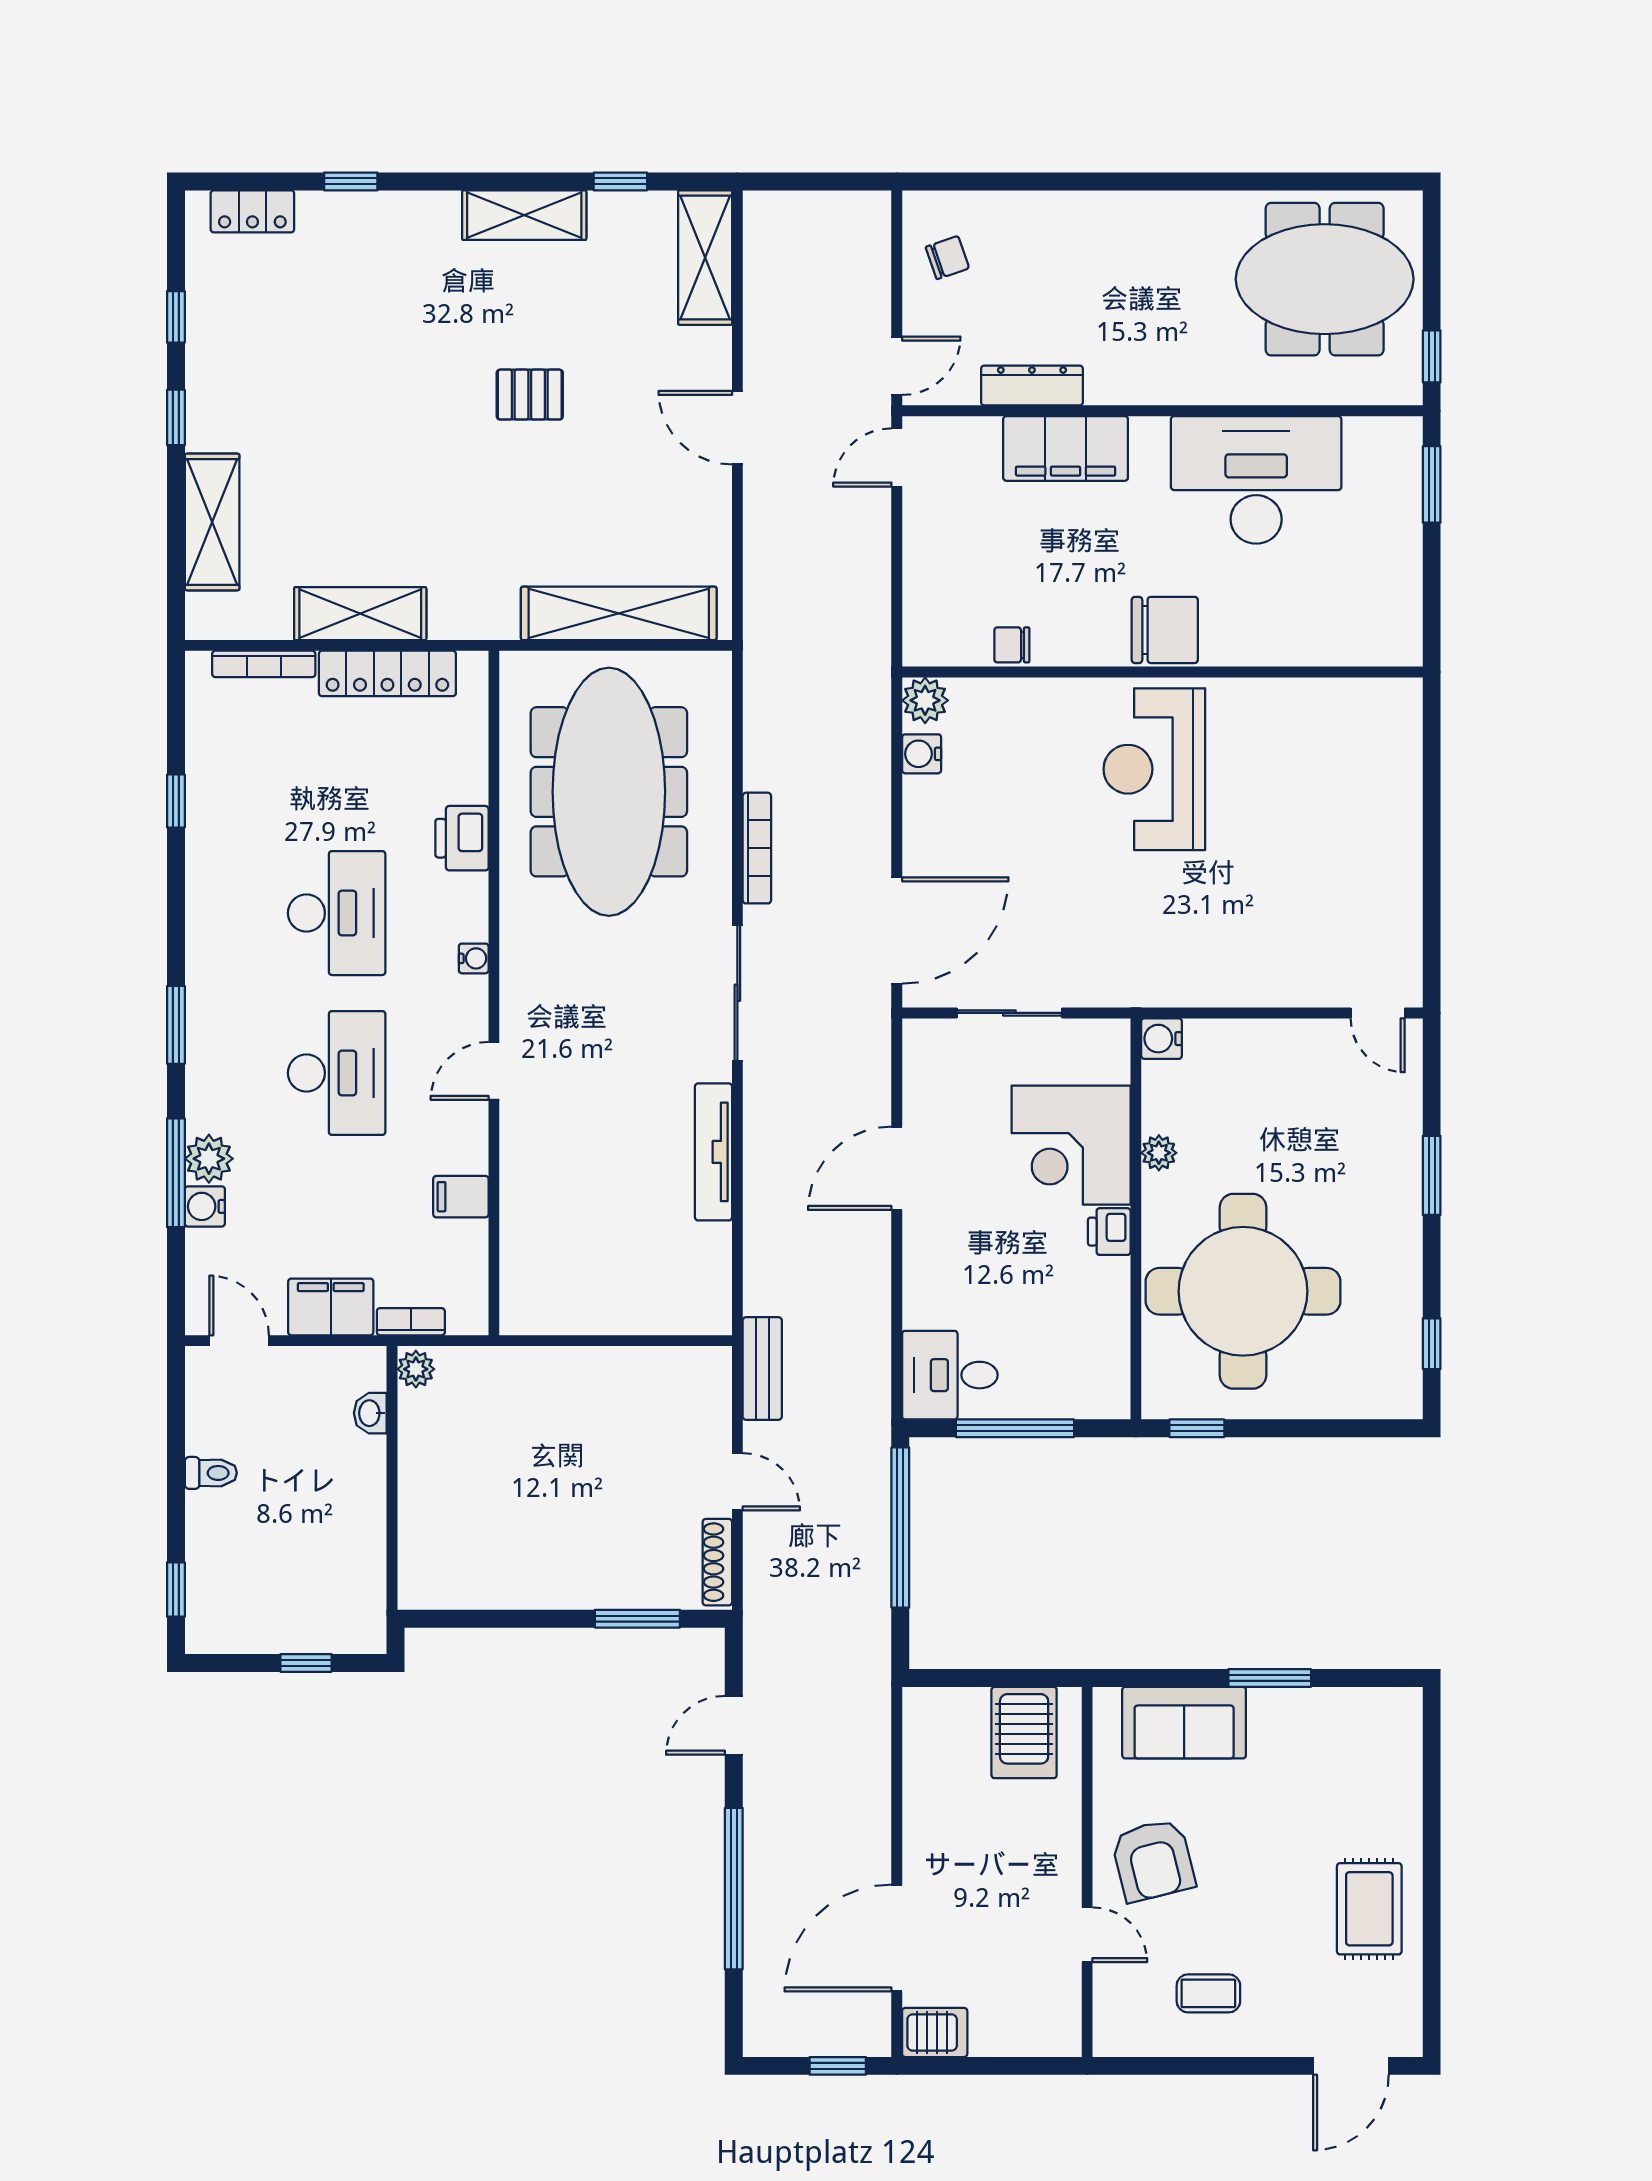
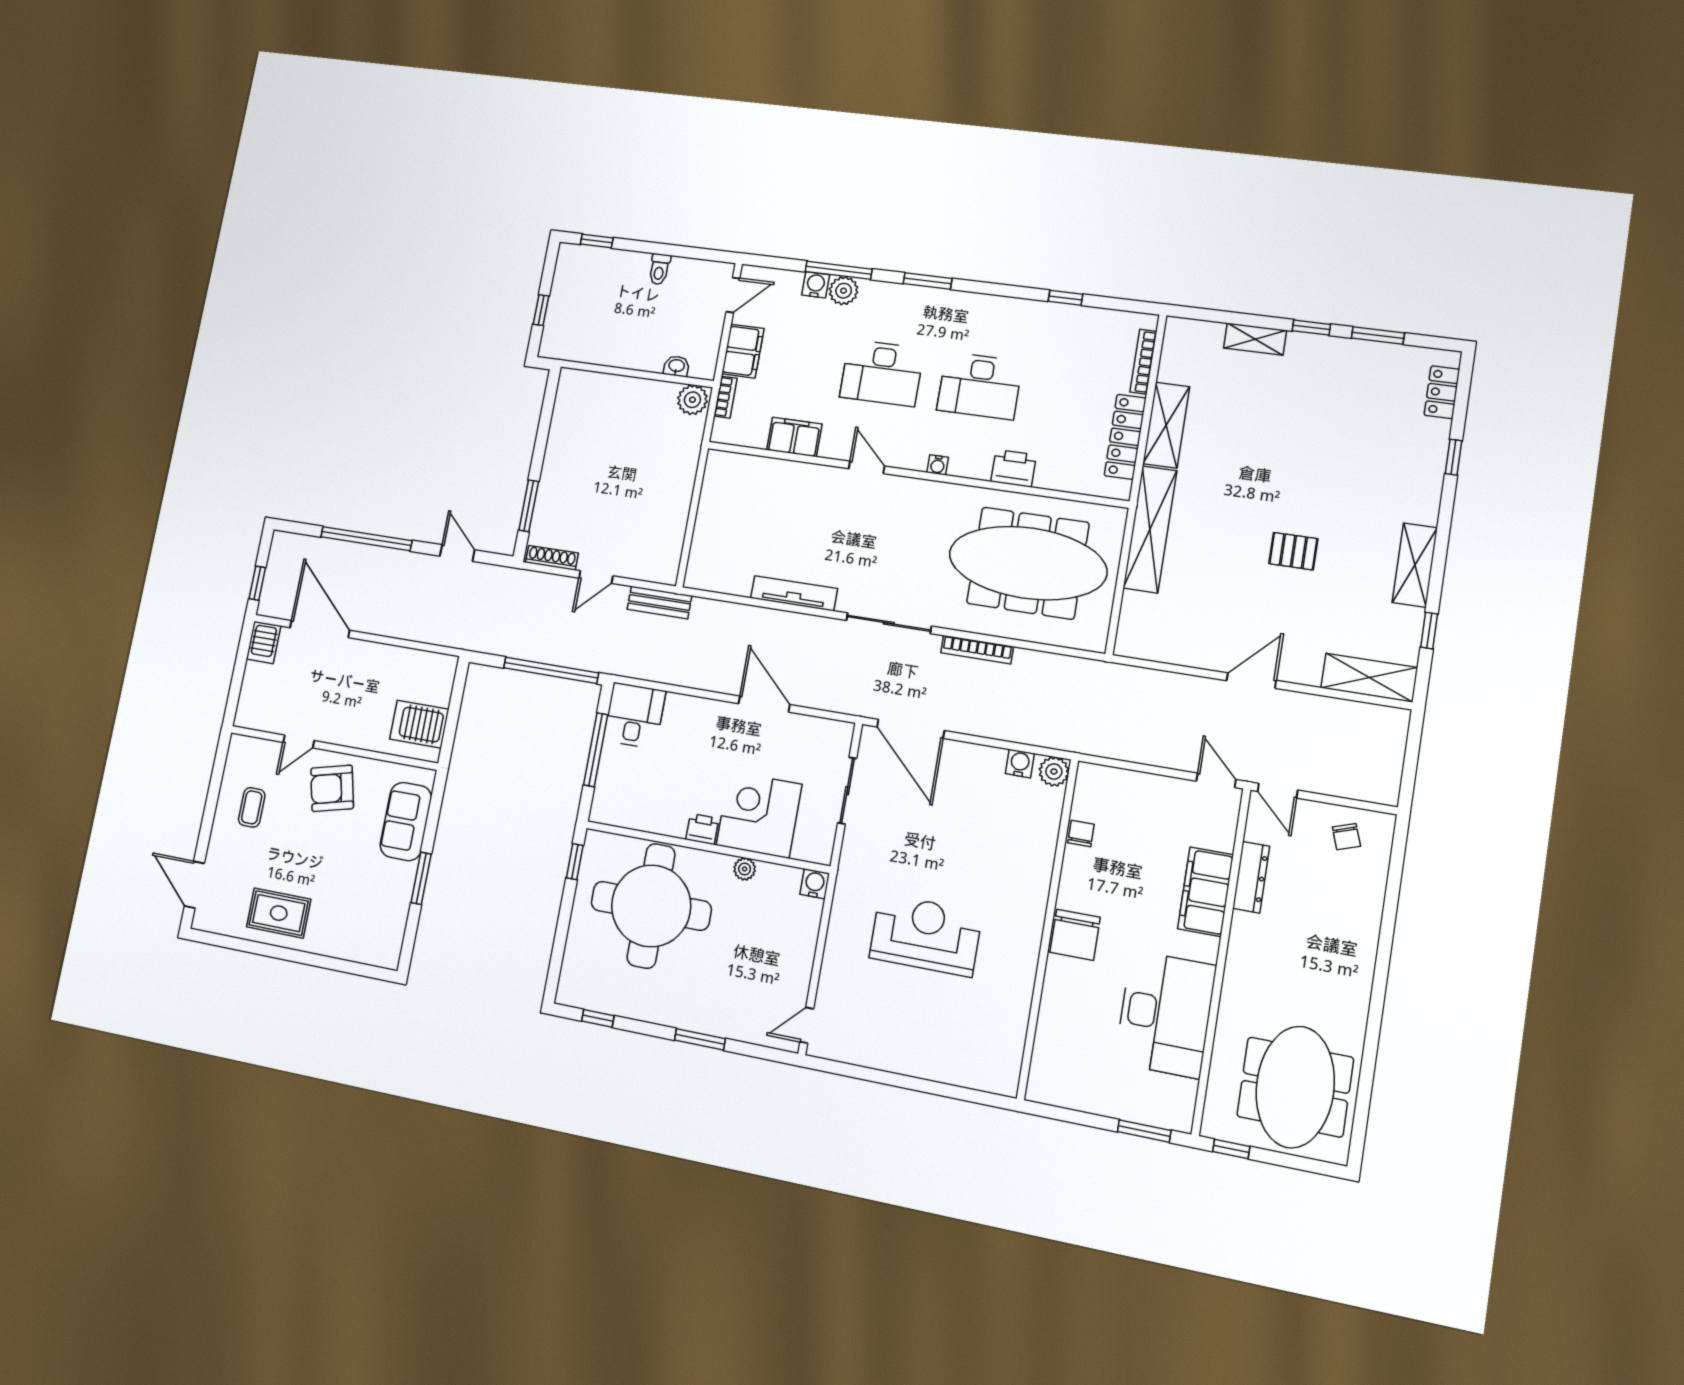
window: (176, 317) -> (1378, 336), width x1.50
pallet: (530, 395) -> (1293, 551), turned 90
shelving: (212, 522) -> (1255, 339), width x0.67, depth x0.75
shelving: (619, 613) -> (1150, 529), moved
reception desk: (1154, 769) -> (926, 935), moved
filing cabinet: (461, 1197) -> (794, 437), width x2.00
plant: (416, 1369) -> (692, 400), width x1.38, depth x1.38

